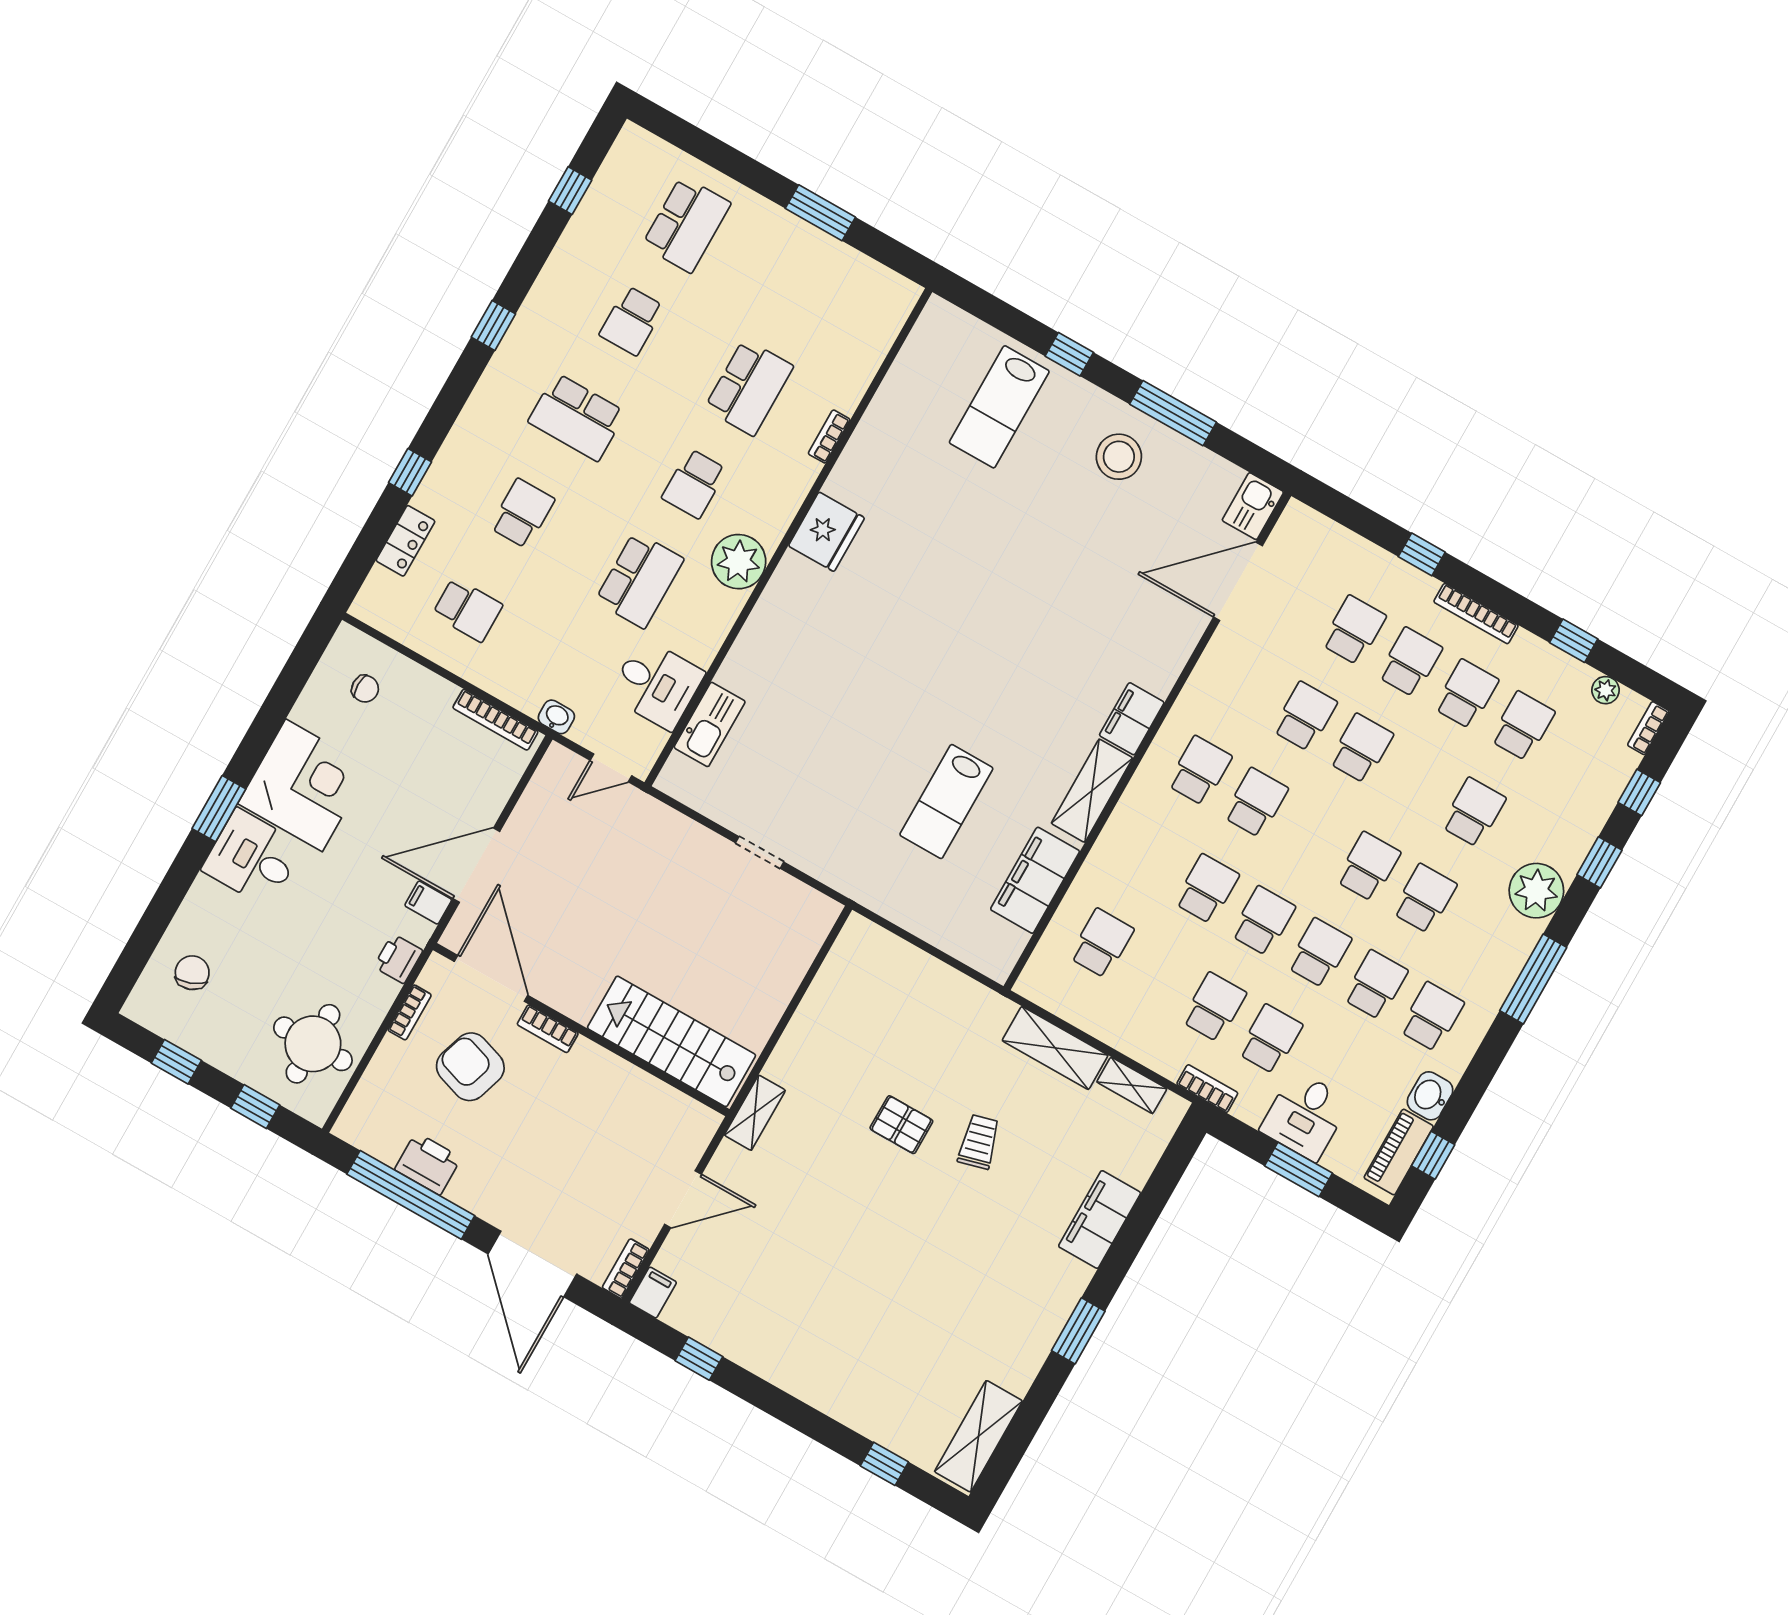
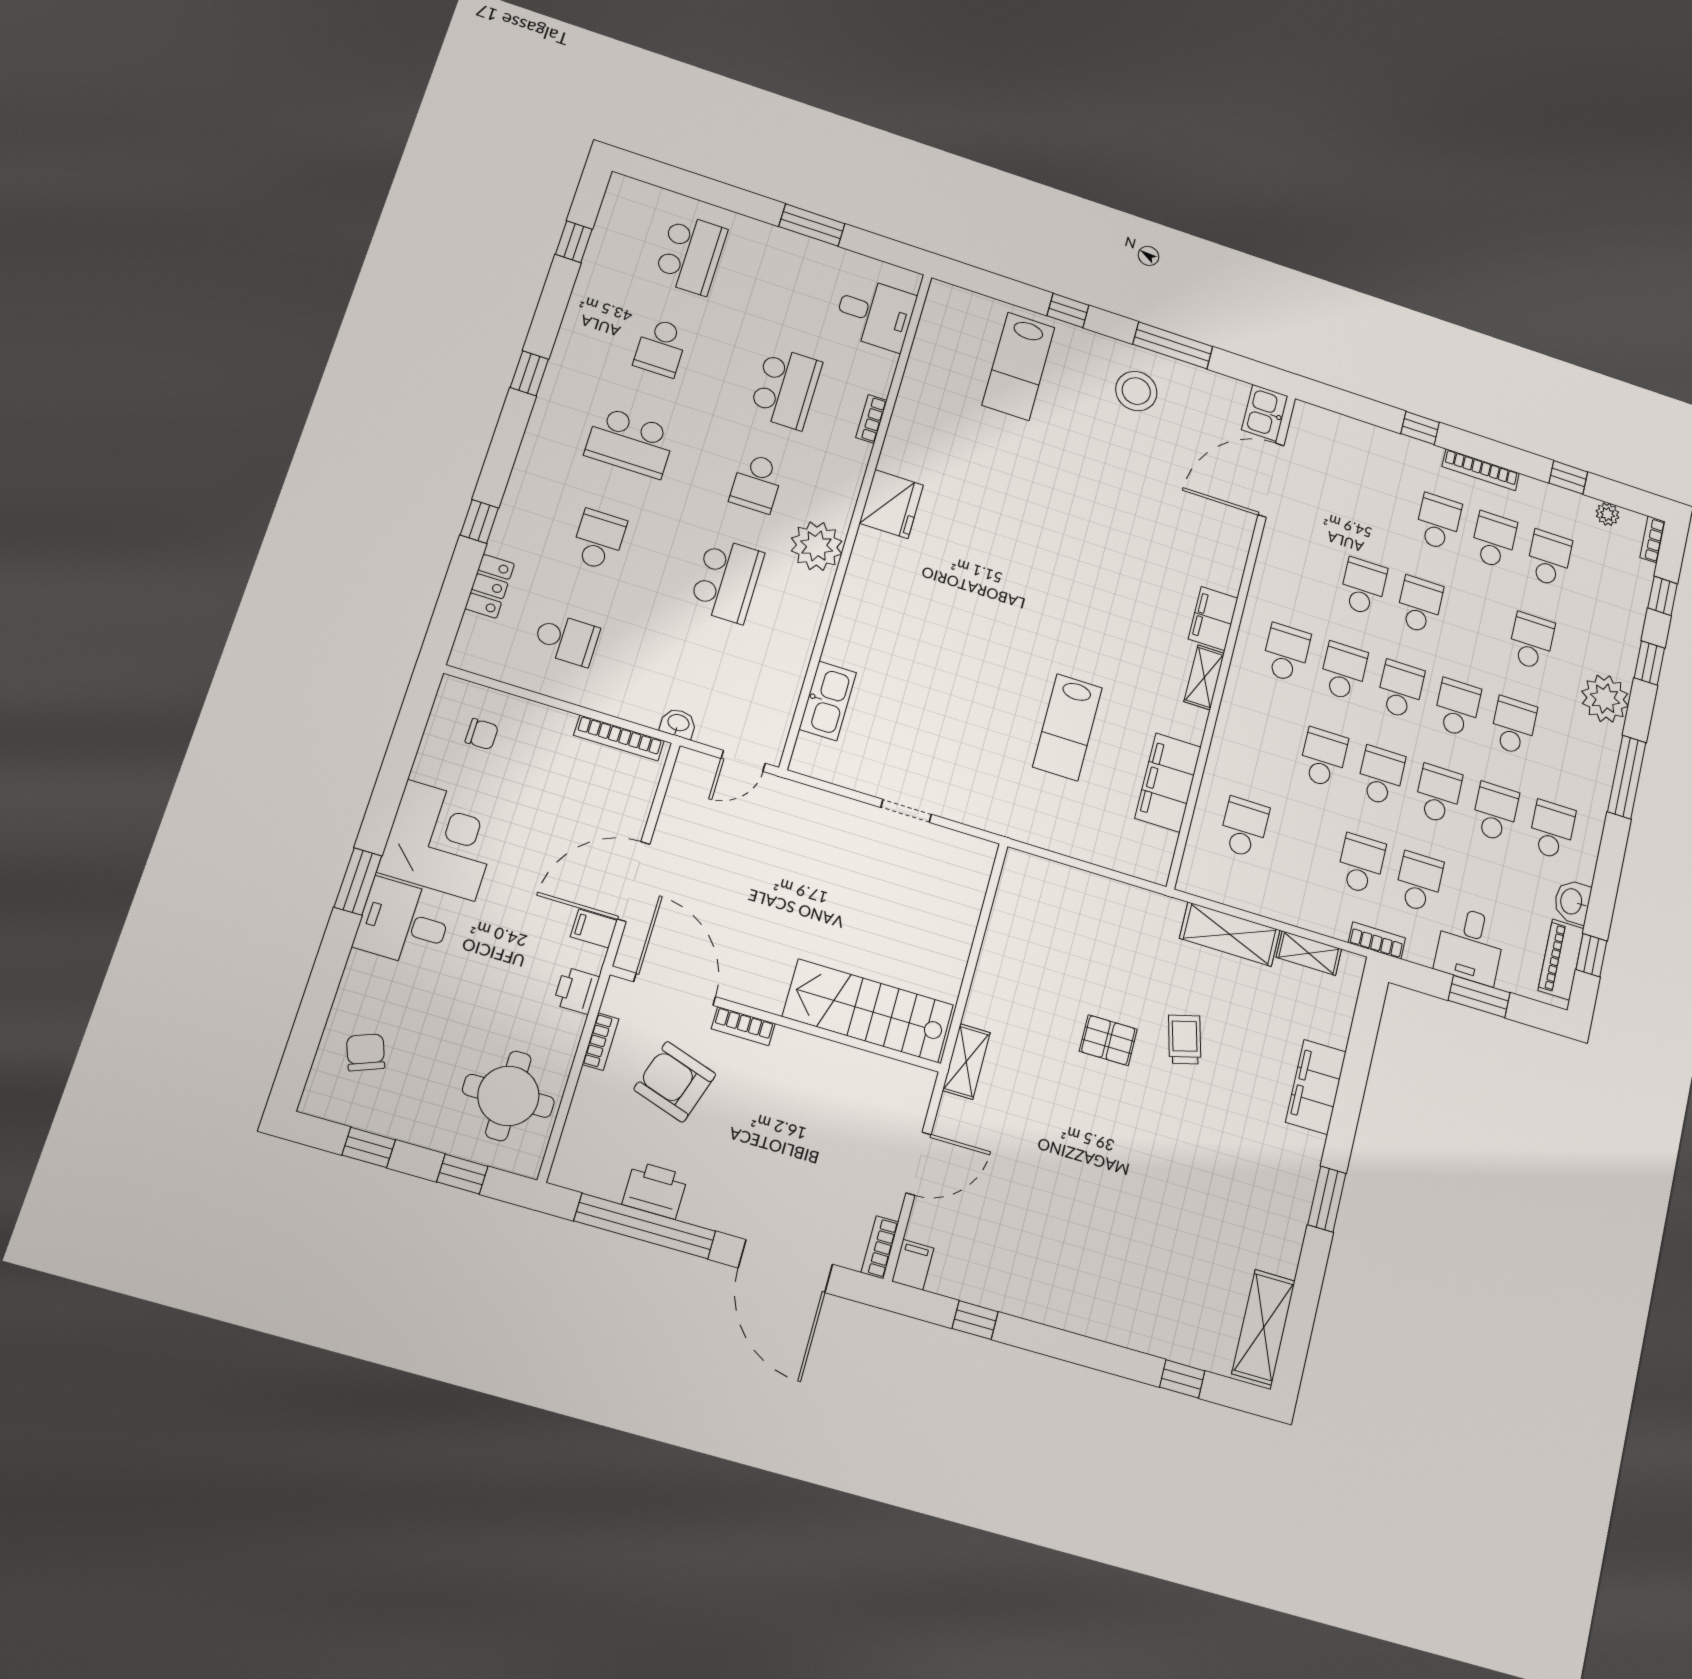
school desk: (1354, 630) -> (1400, 690), moved
desk: (657, 684) -> (875, 314), moved
shelving: (1092, 791) -> (1204, 677), width x0.67, depth x0.75

